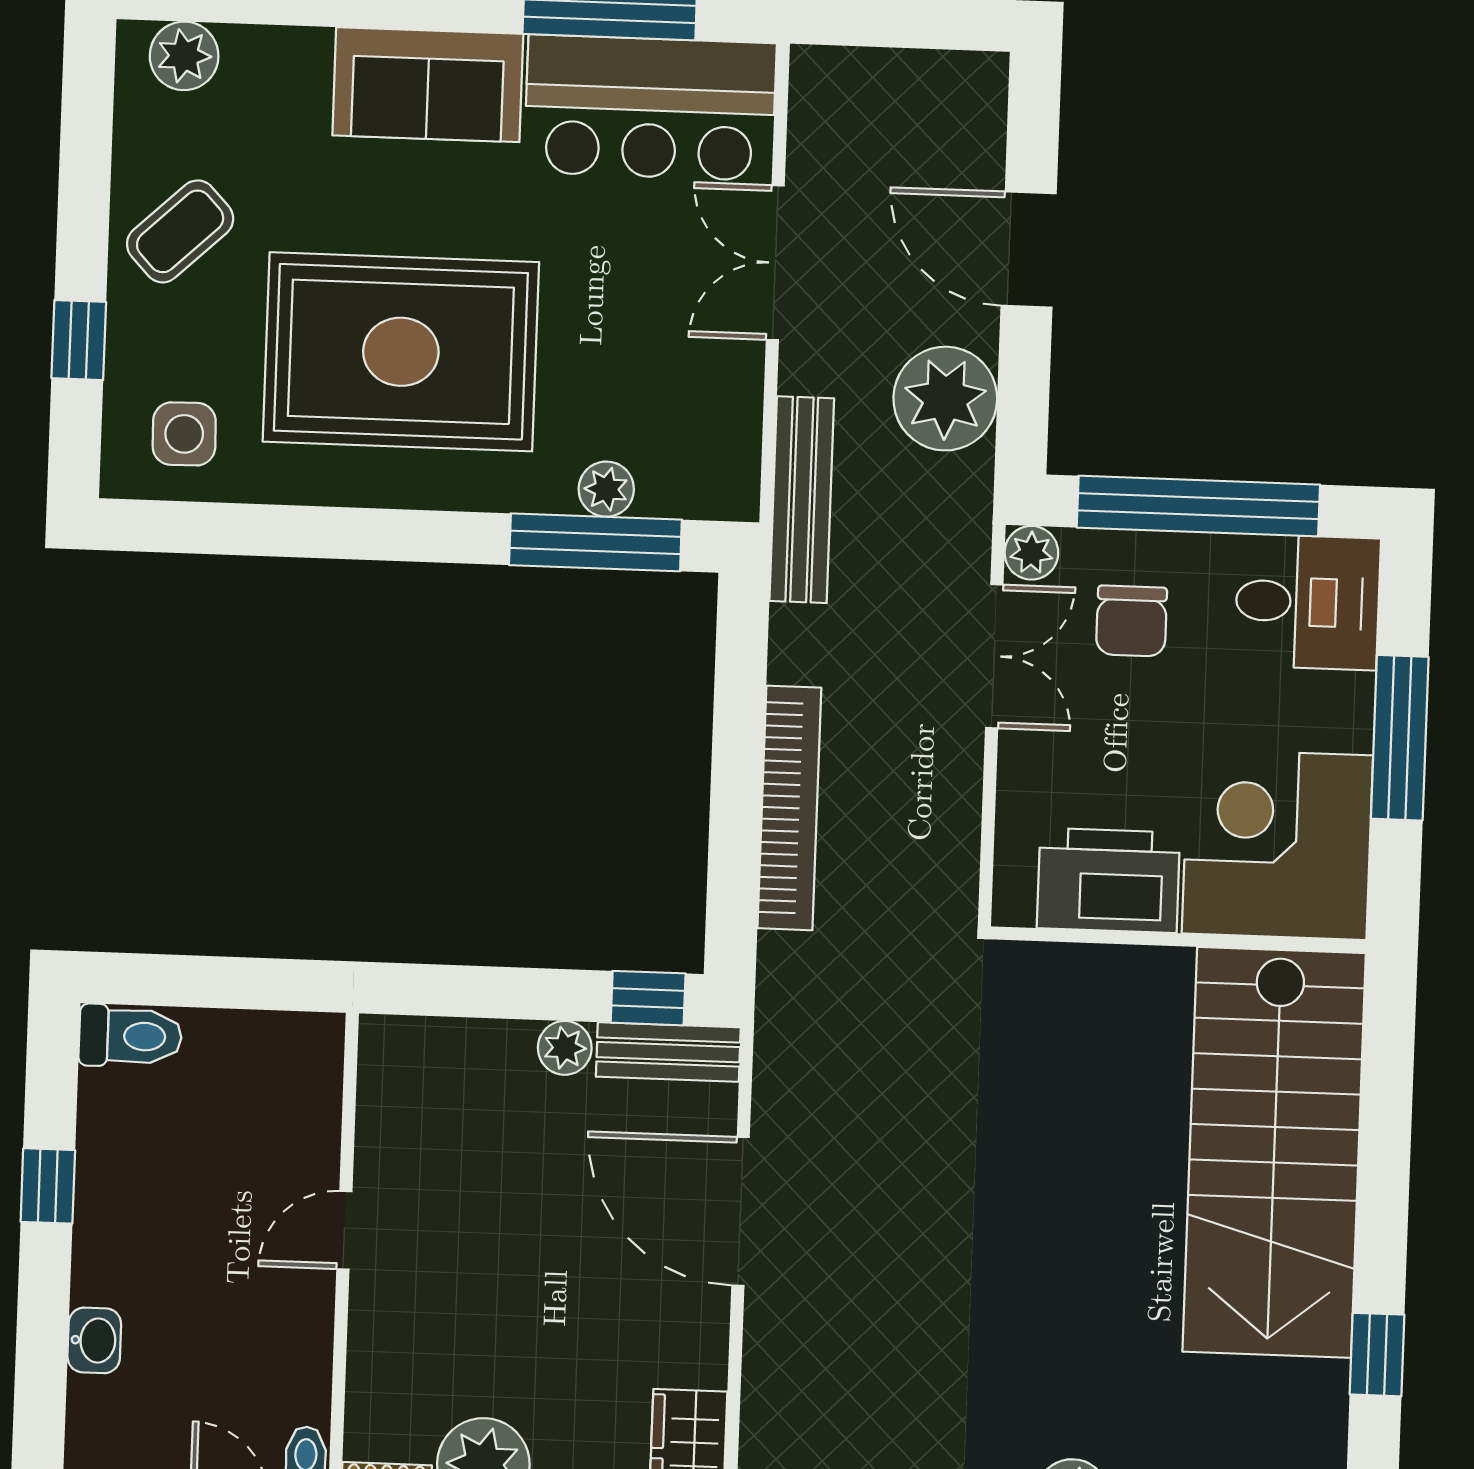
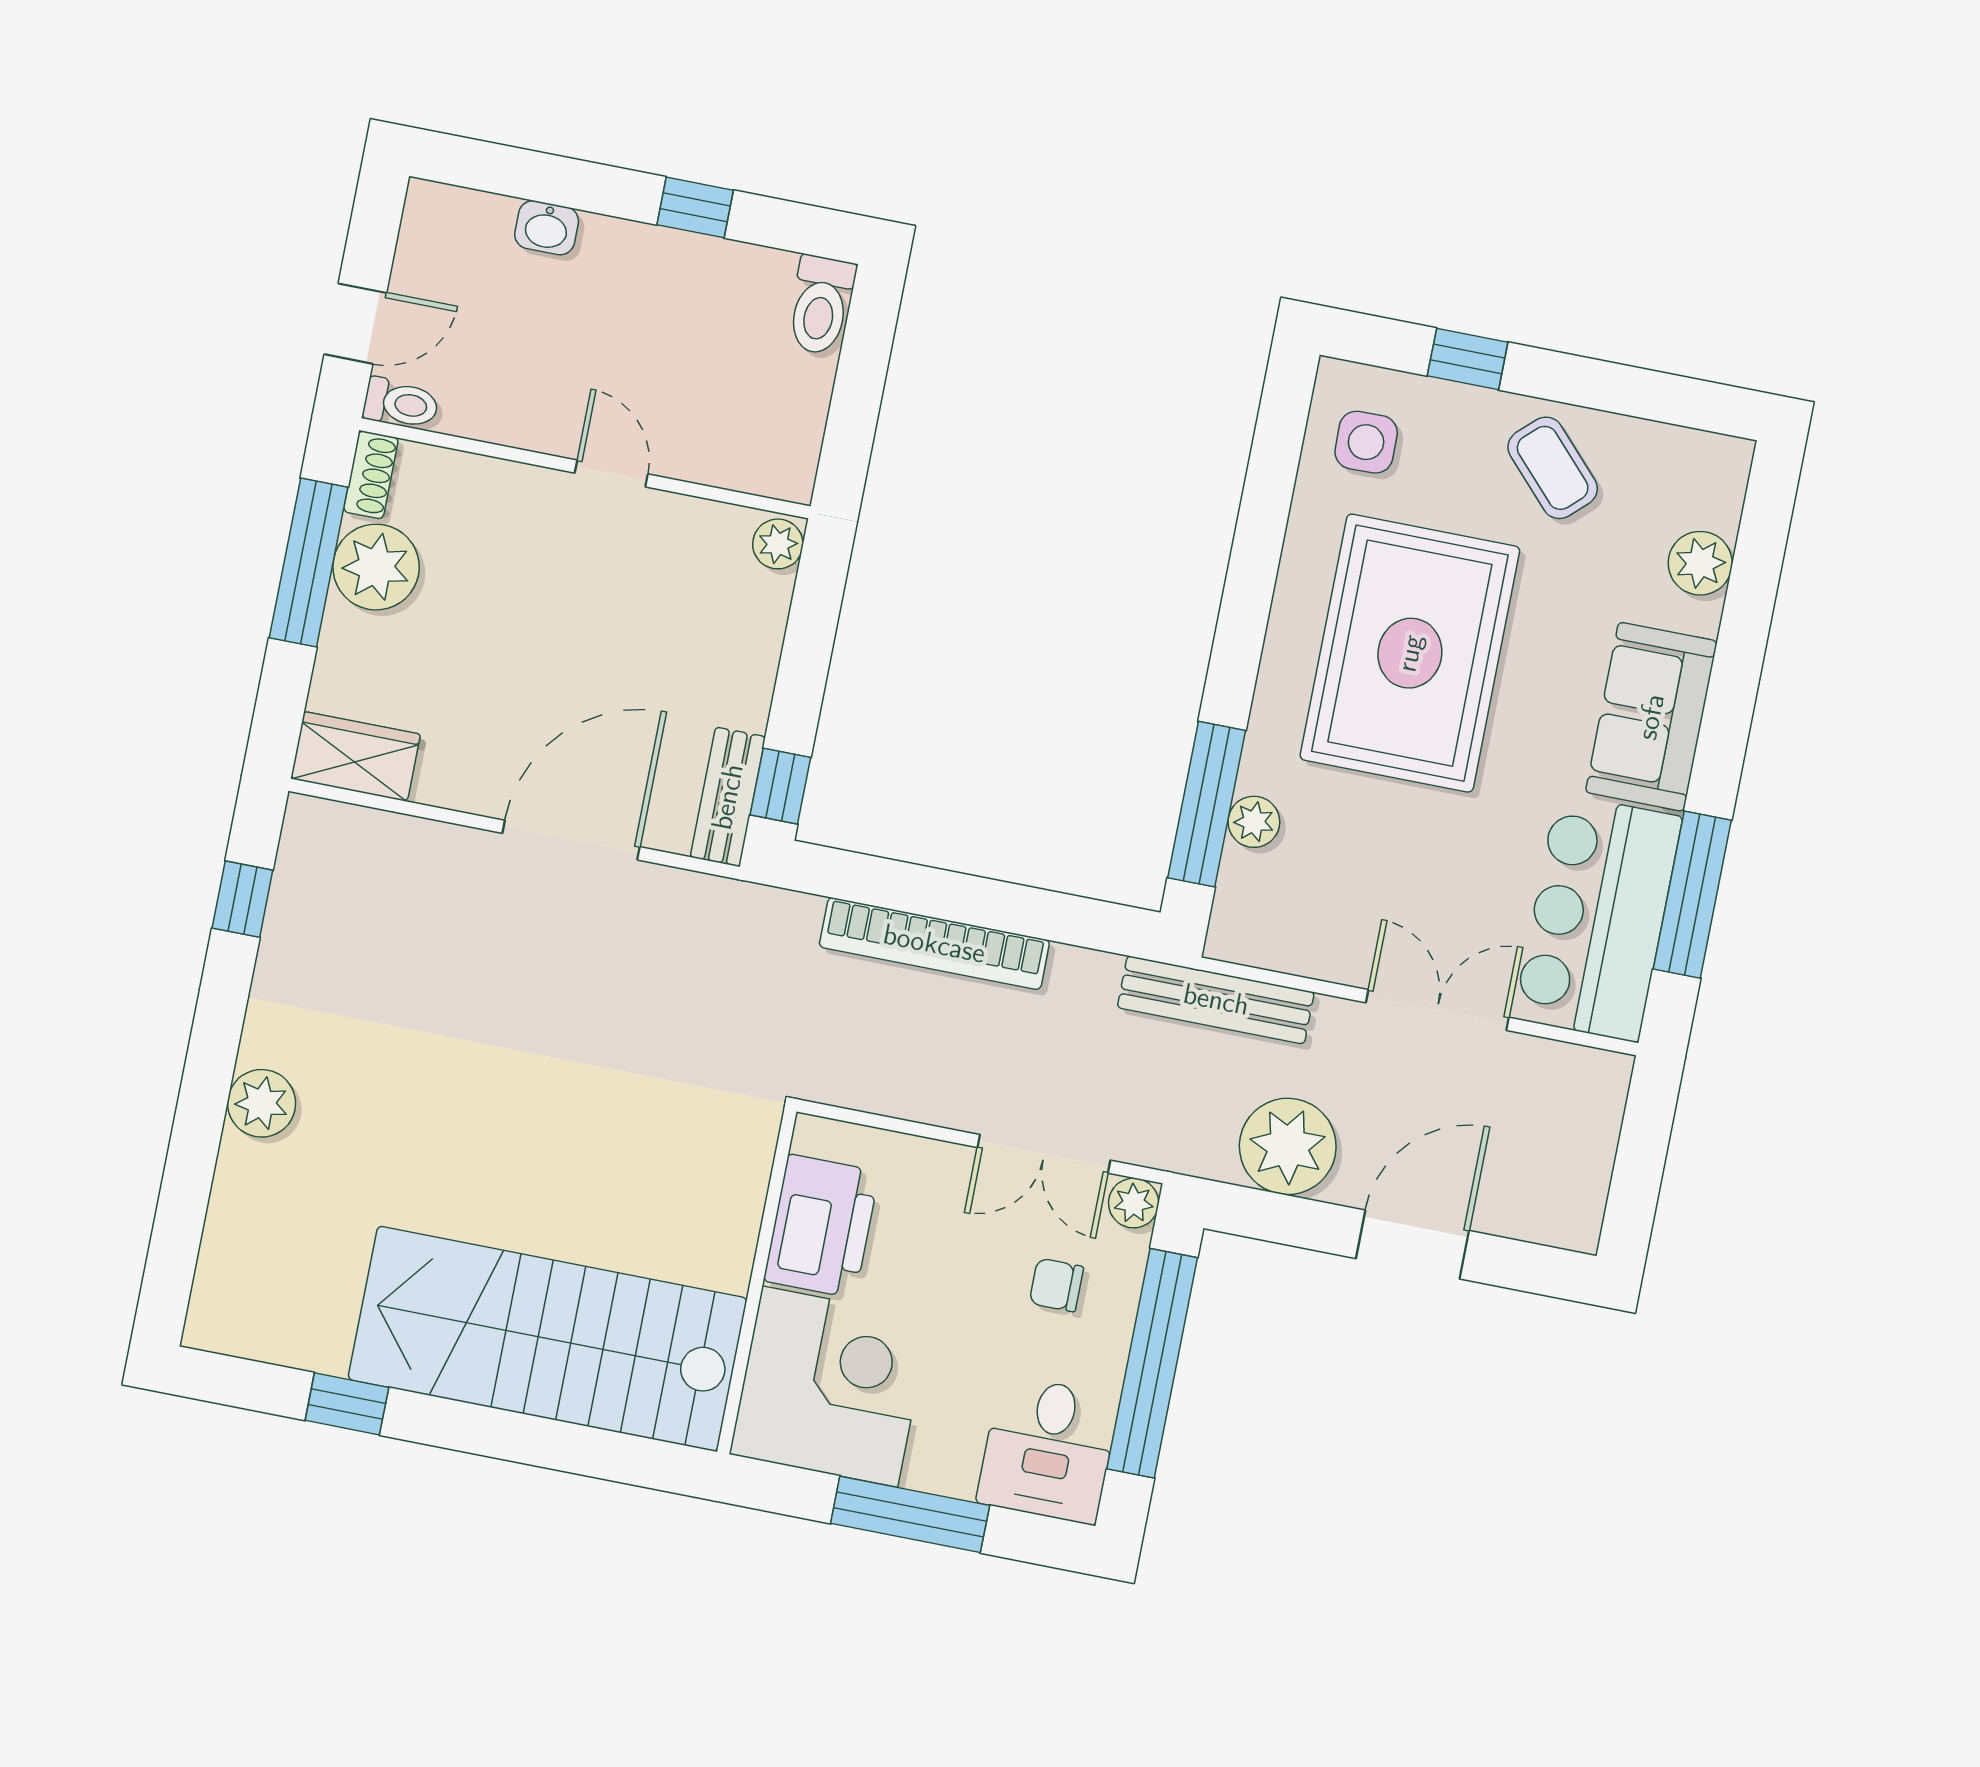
plant: (184, 56) -> (1700, 563), moved
chair: (1131, 621) -> (1056, 1285), width x0.73, depth x0.73
plant: (565, 1048) -> (778, 544), moved

